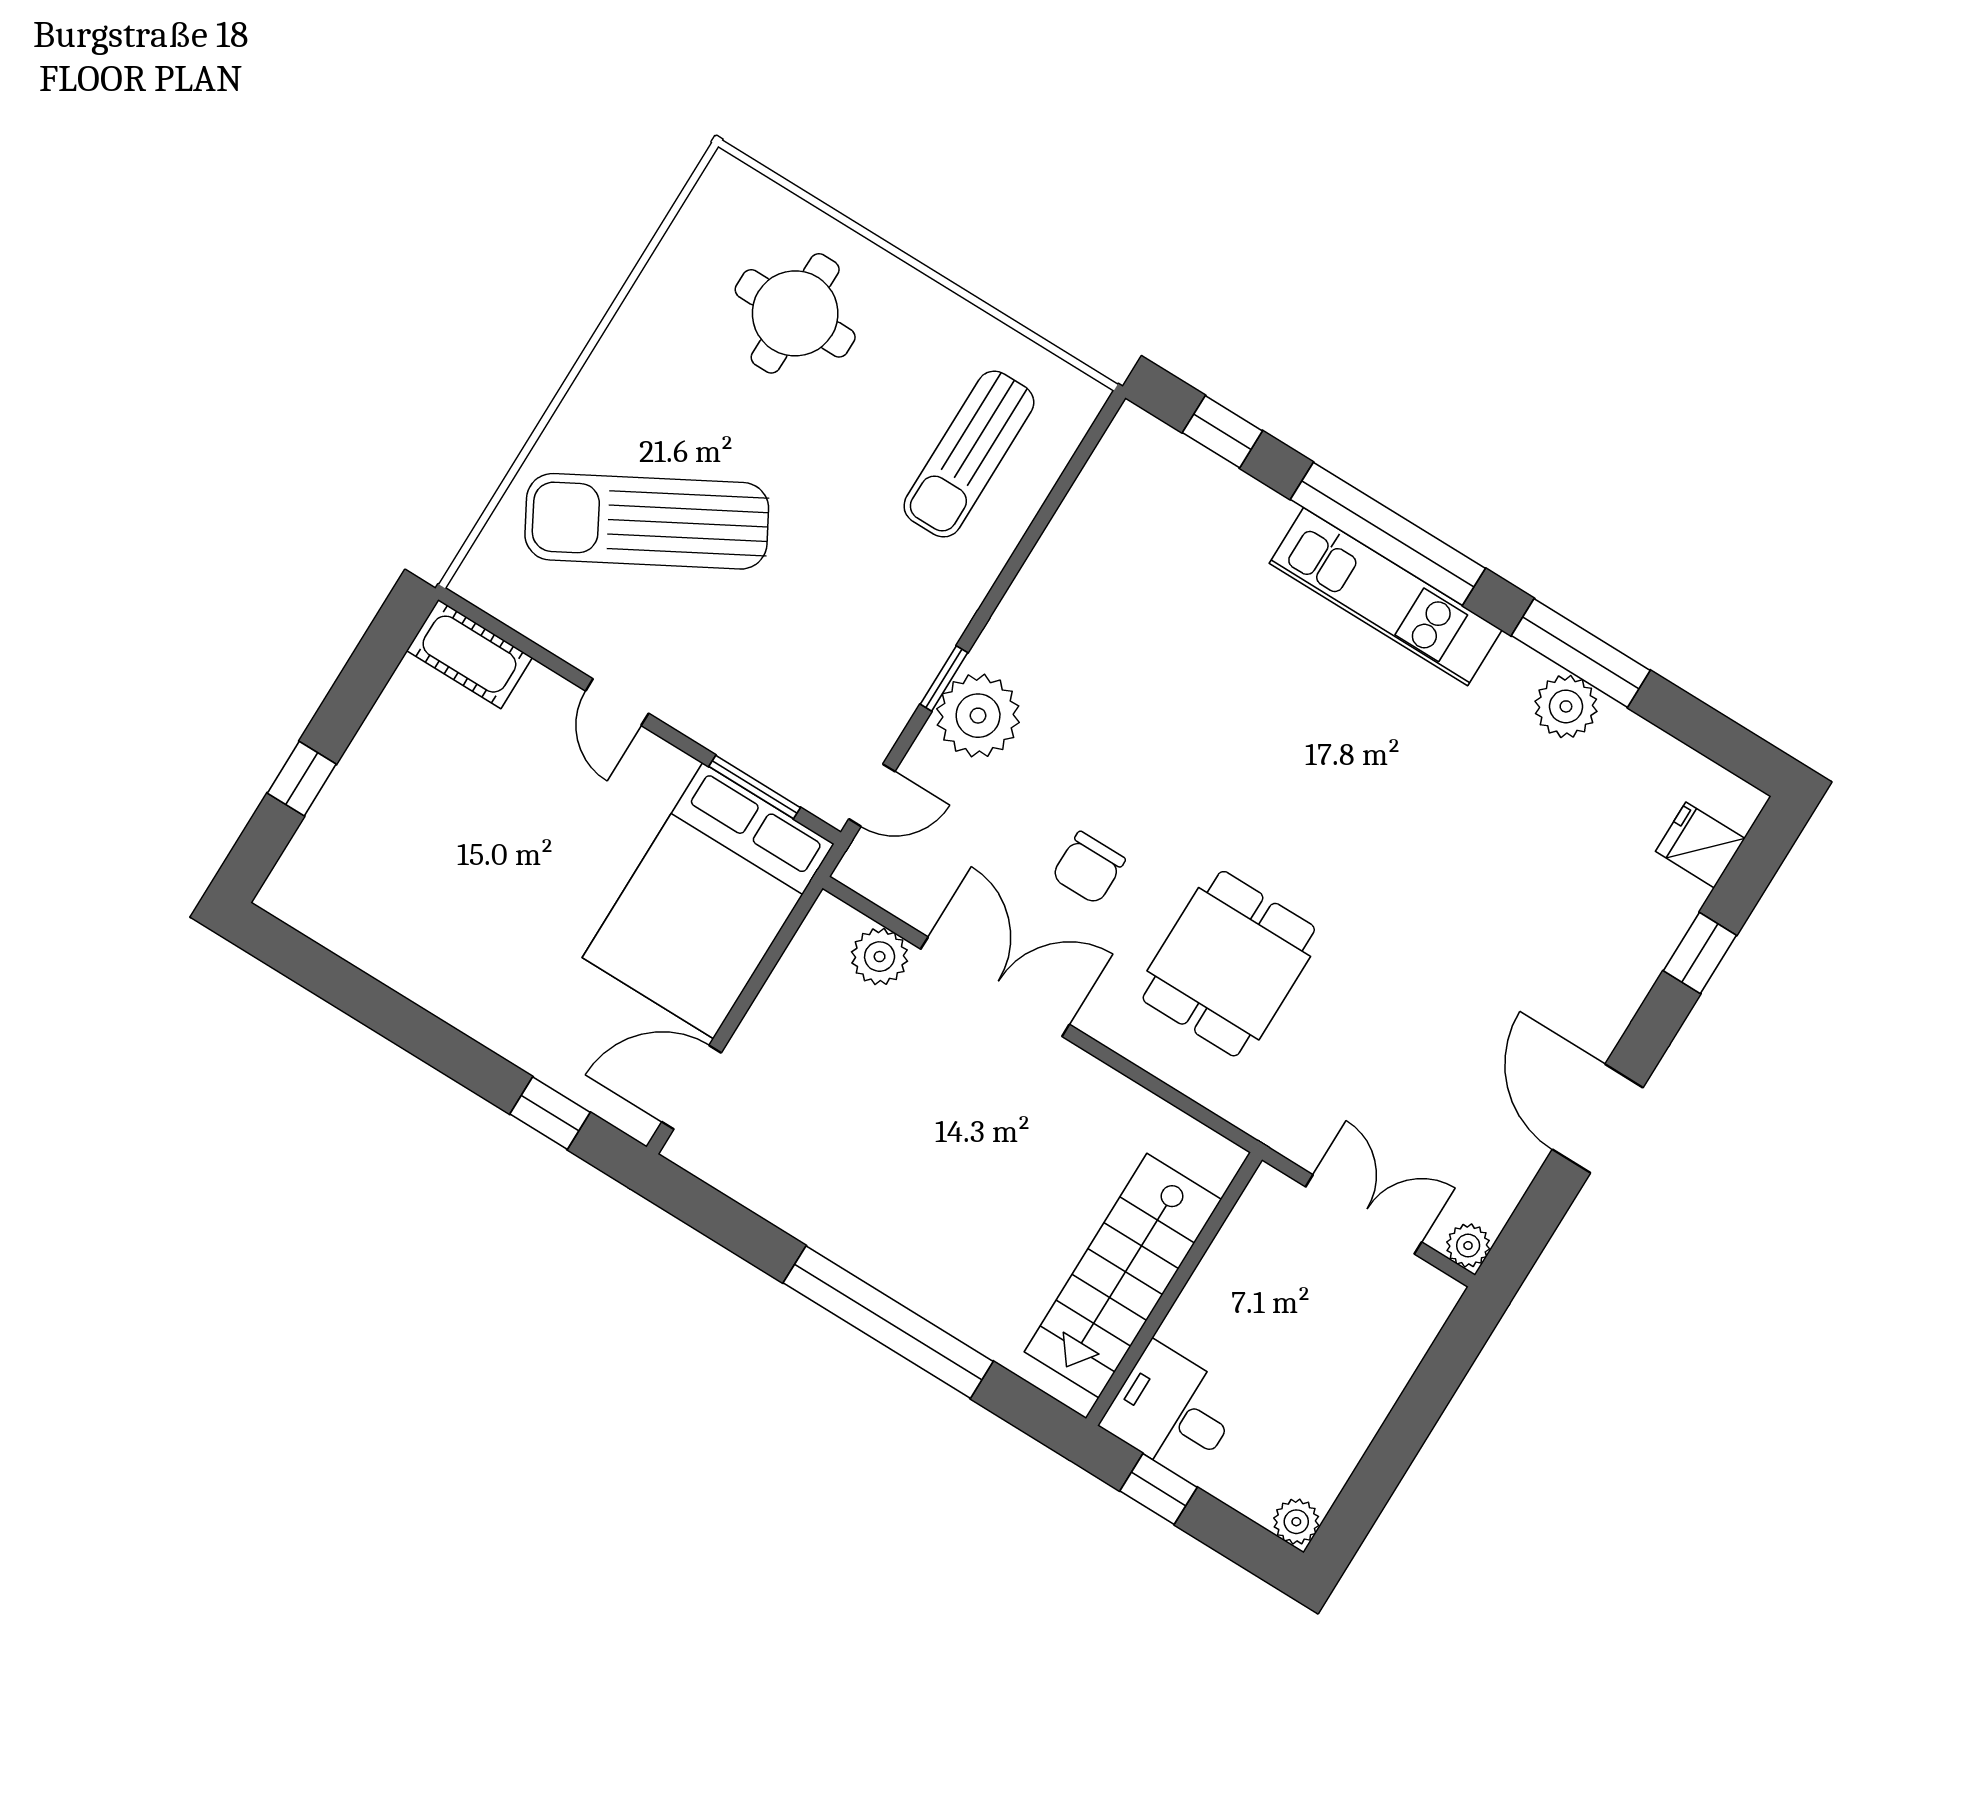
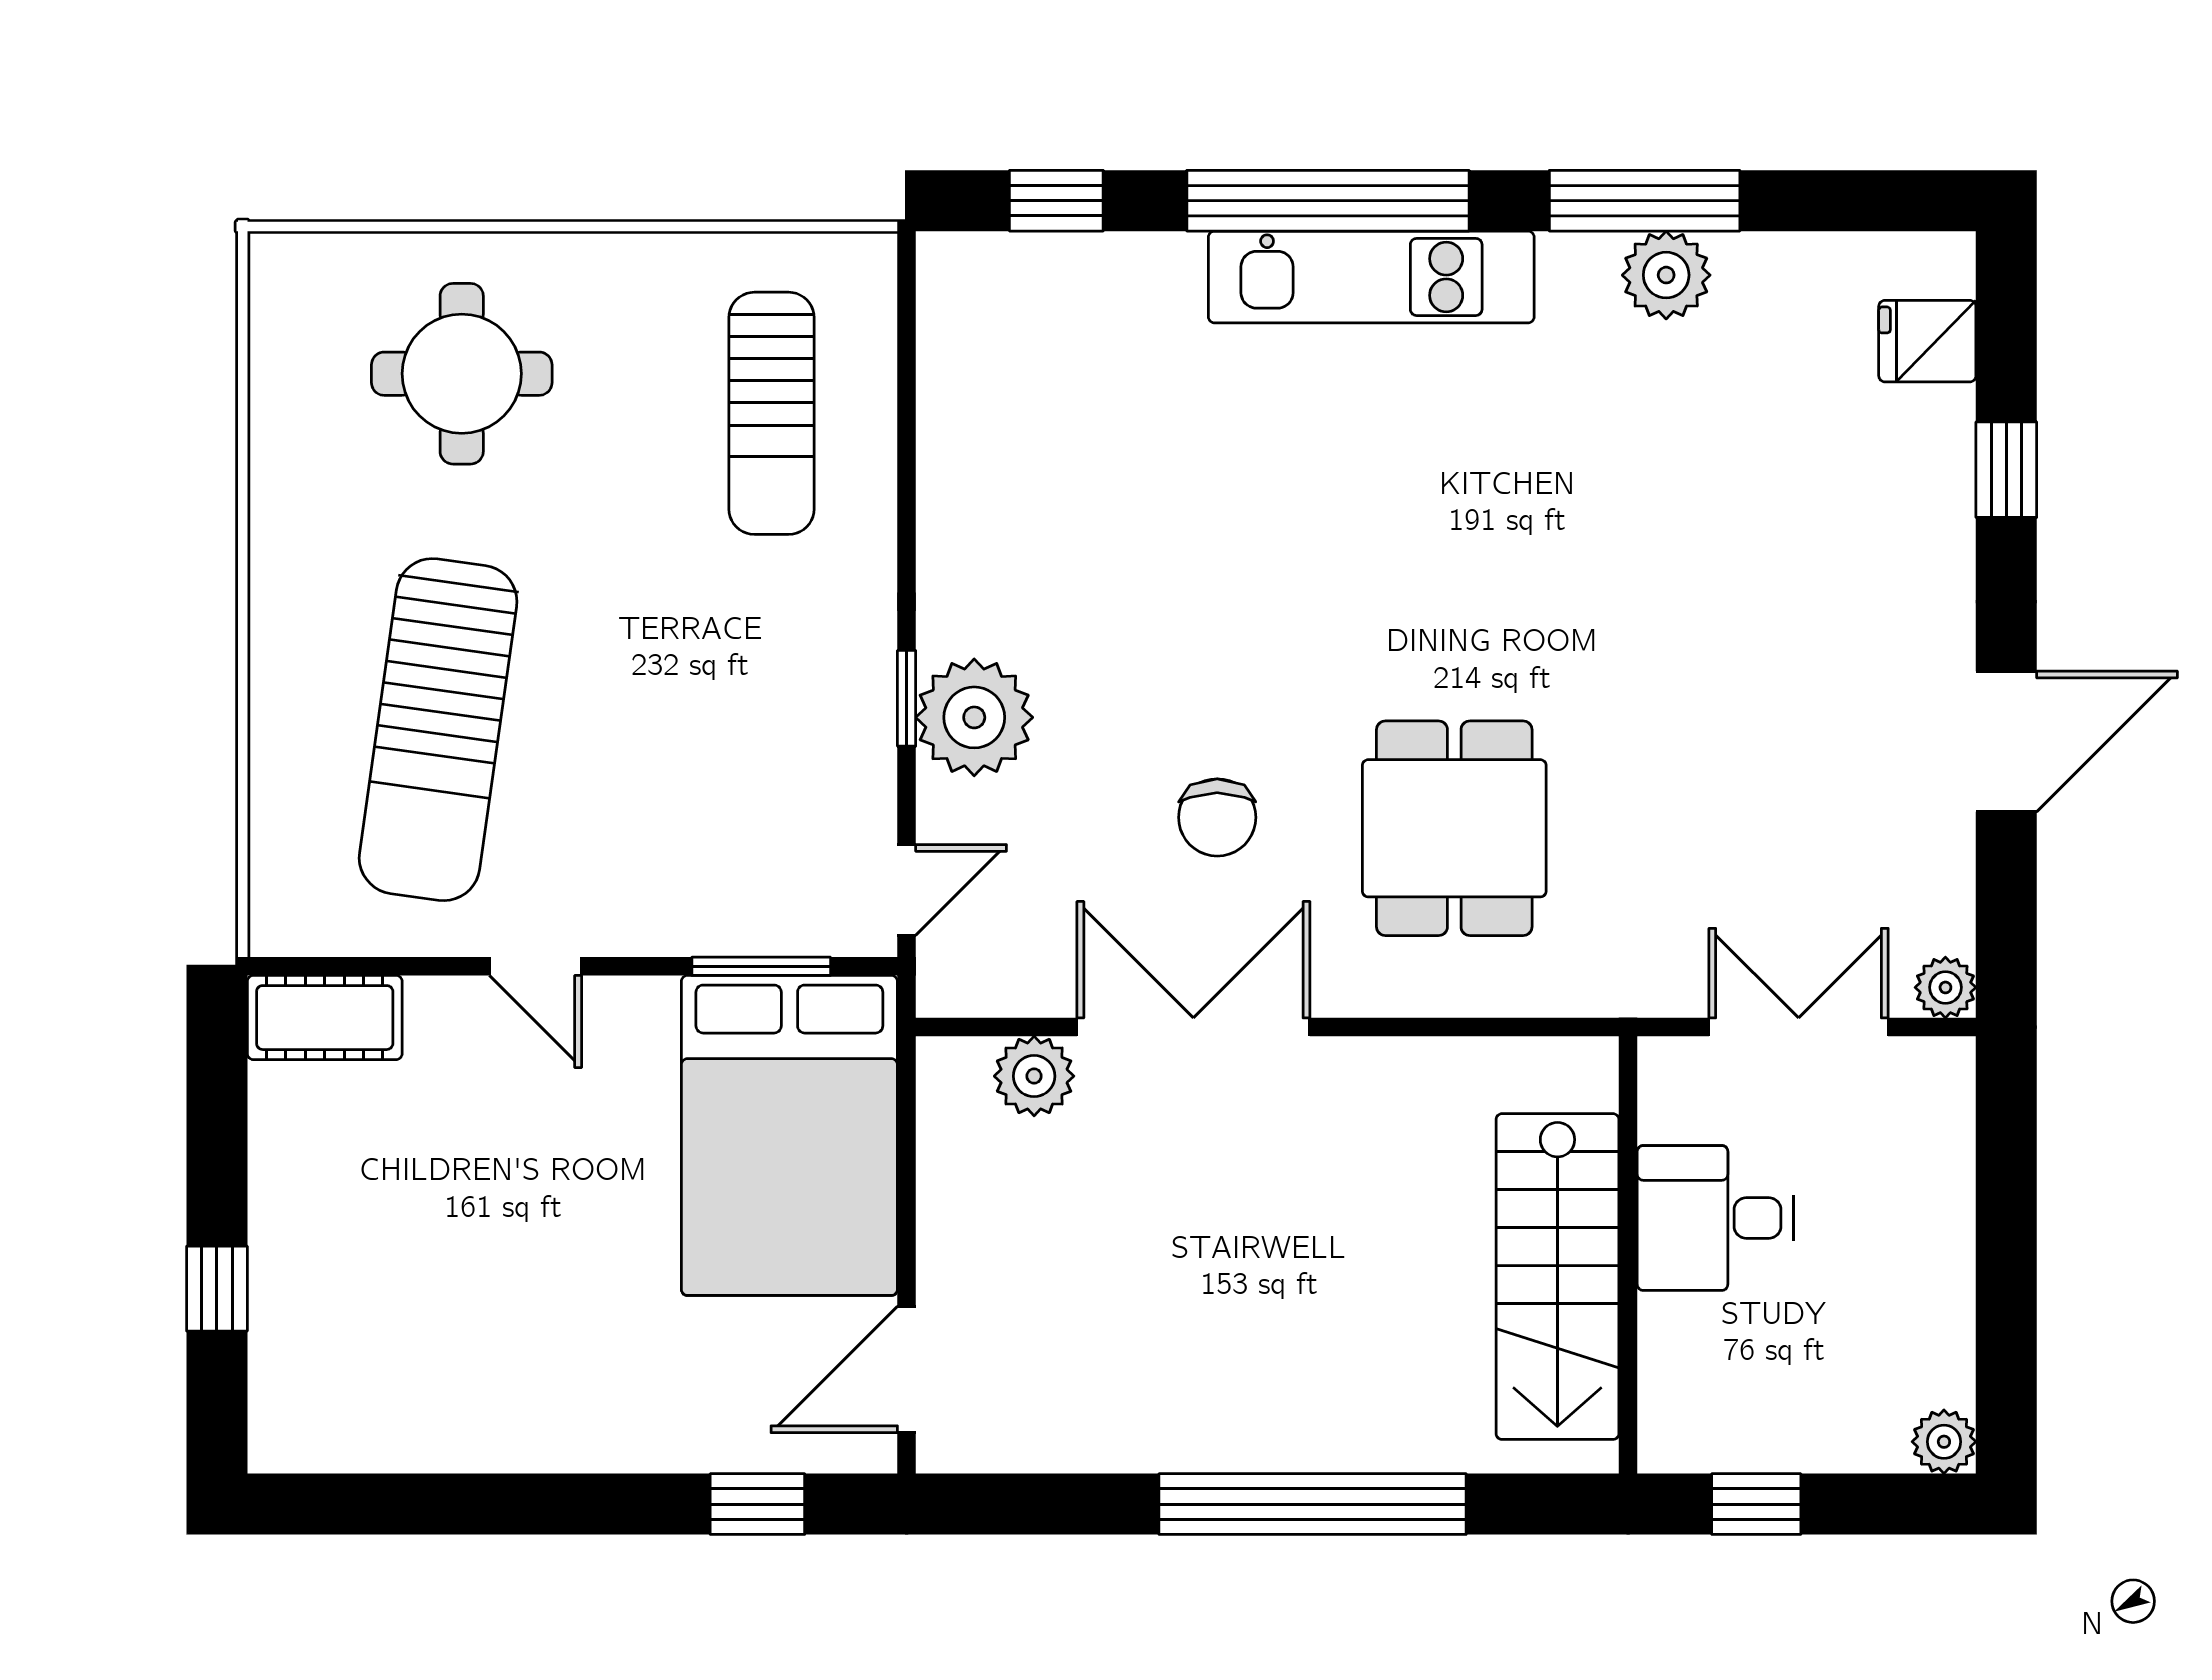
sun lounger: (647, 521) -> (438, 730), turned -53
door: (1598, 1119) -> (2006, 741), swing flipped
desk: (1172, 1411) -> (1715, 1218), moved

